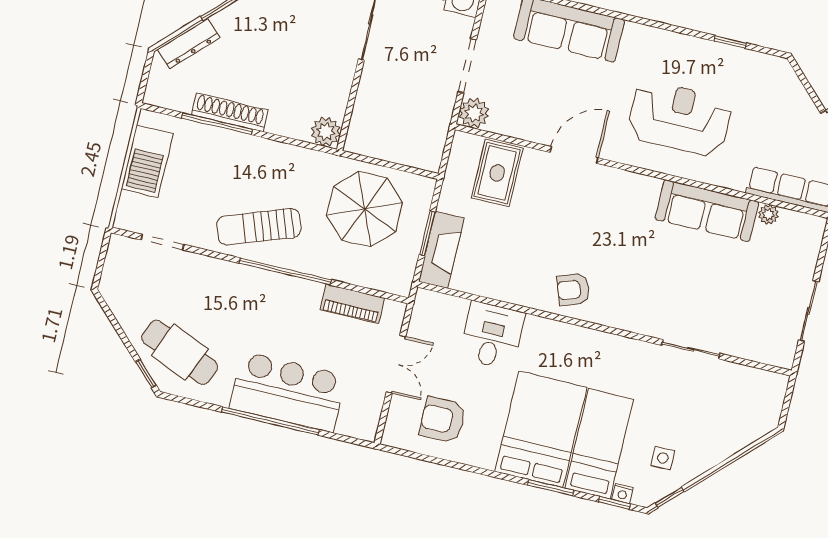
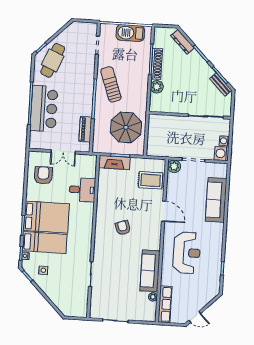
plant: (326, 132) -> (157, 87), moved
armchair: (573, 290) -> (123, 228), moved

